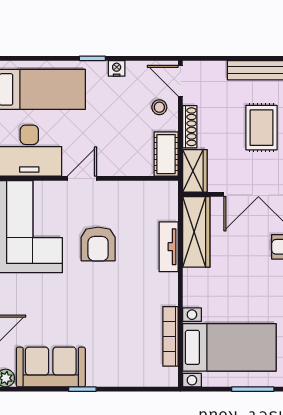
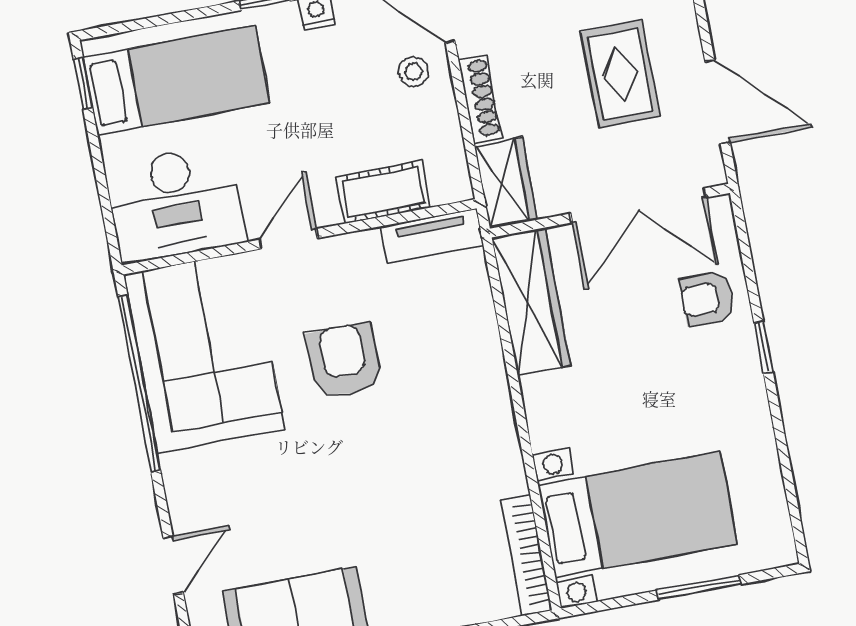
cot: (166, 154) -> (384, 192), moved, turned 90
armchair: (98, 244) -> (344, 361), turned 180
tv unit: (169, 247) -> (432, 236), moved, turned -90
bookcase: (170, 336) -> (526, 555), moved

